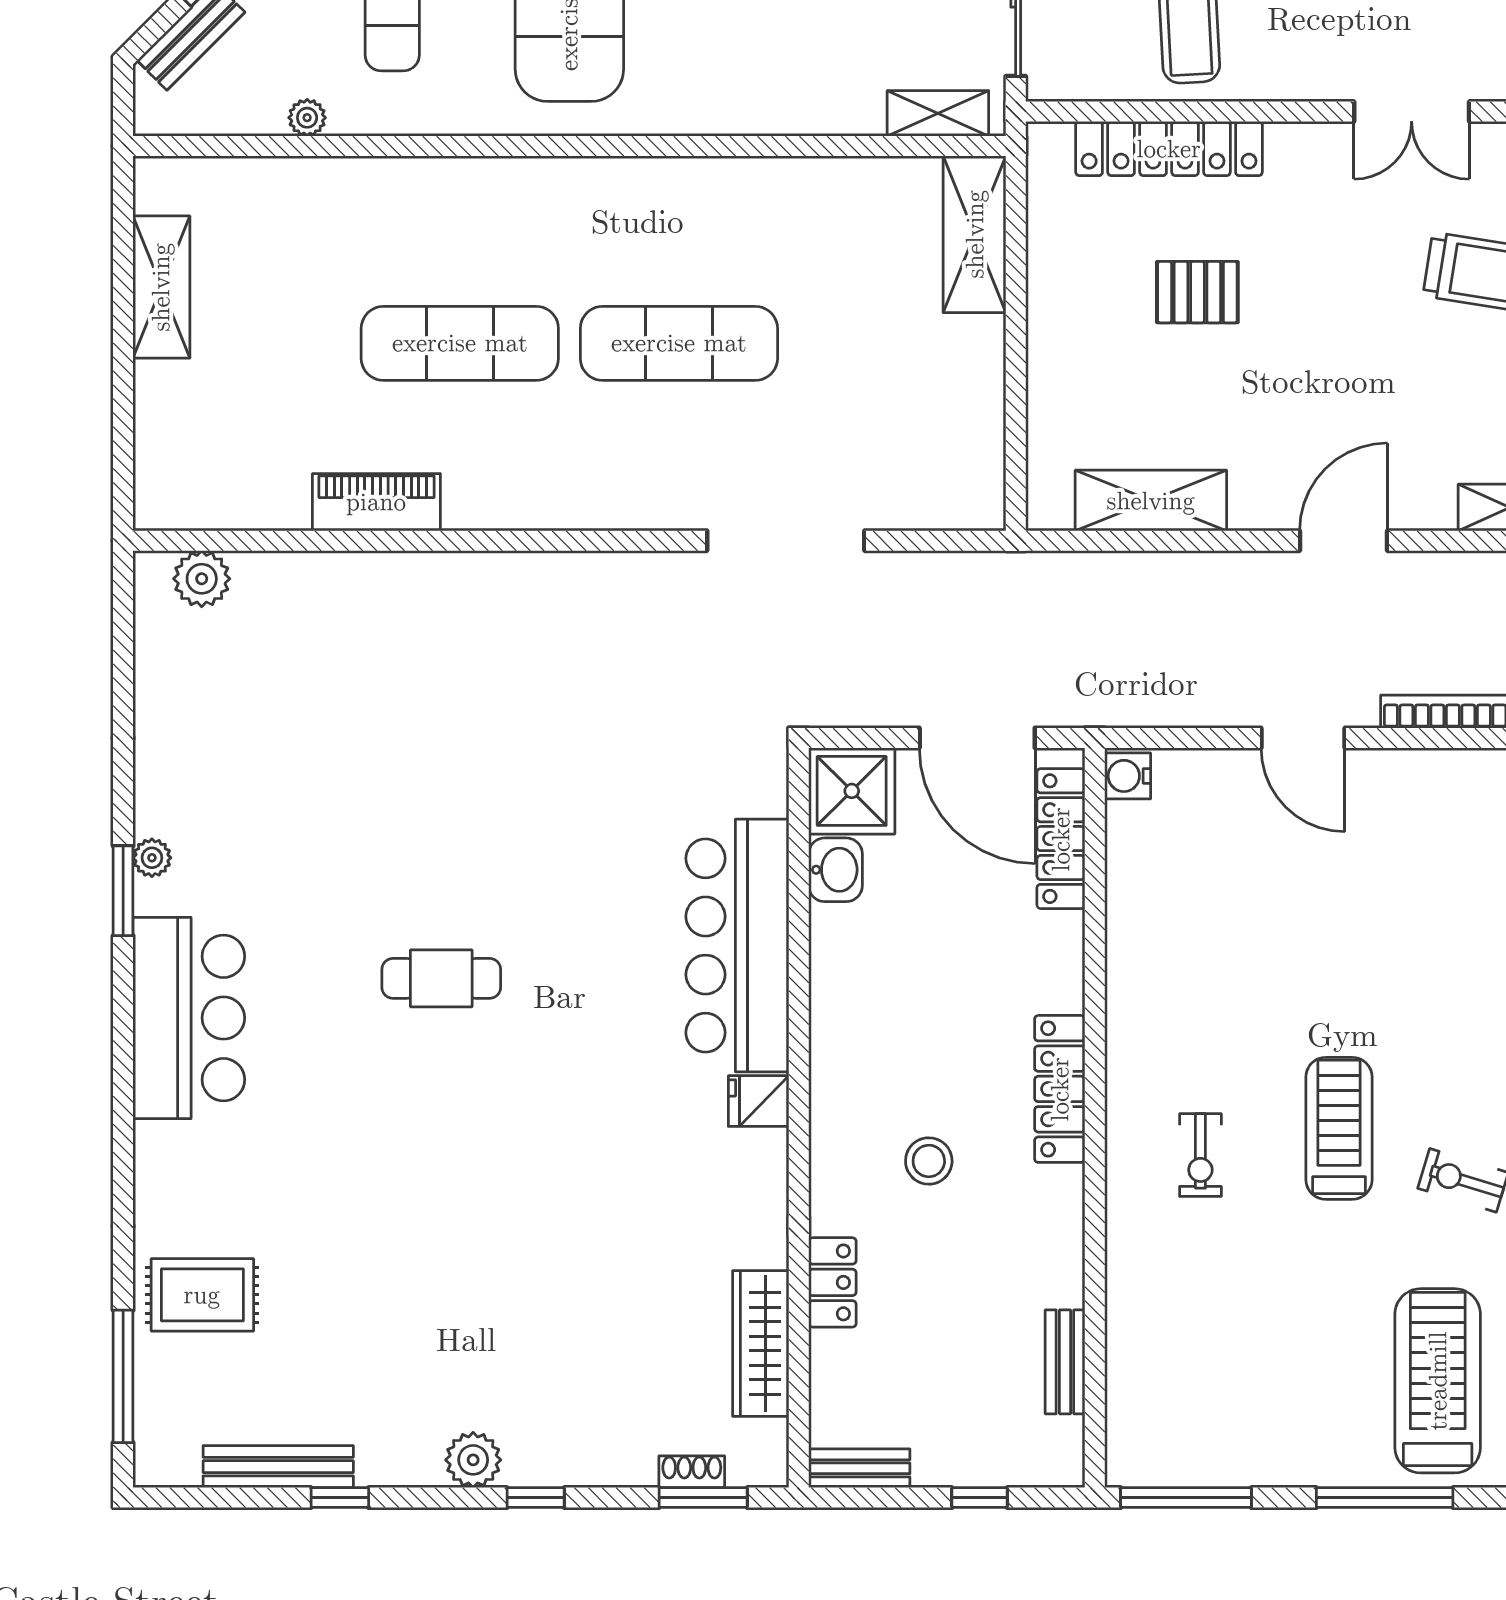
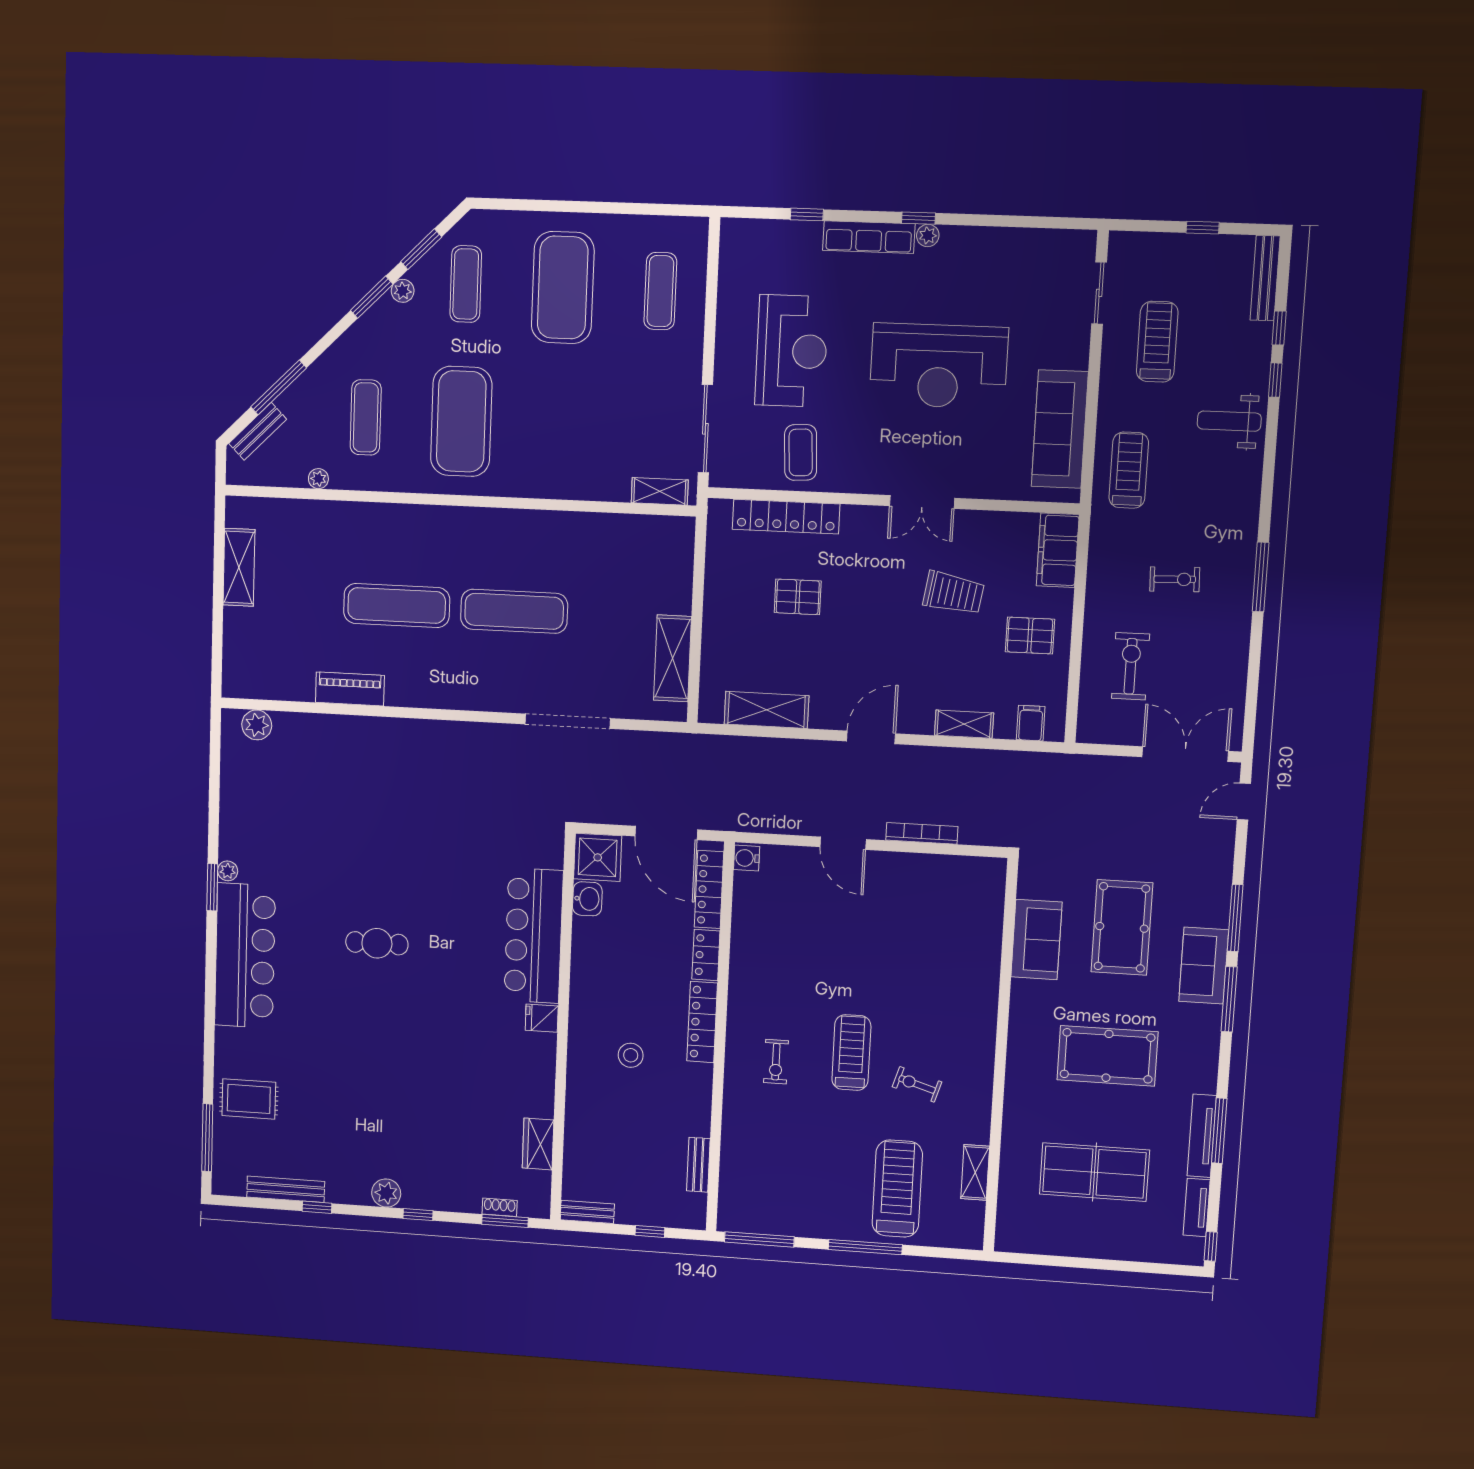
shelving: (975, 234) -> (672, 658), moved
bar counter: (189, 1018) -> (245, 956), width x1.36
locker: (832, 1282) -> (706, 955), moved, turned 180
wardrobe: (761, 1343) -> (538, 1144), width x0.67

